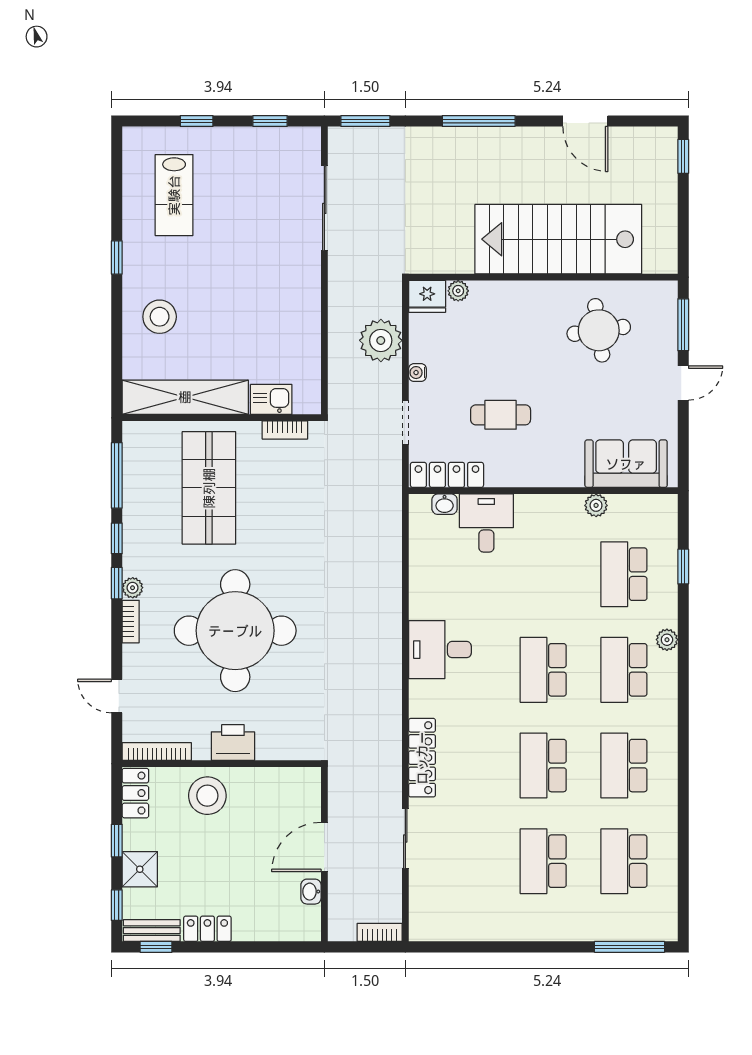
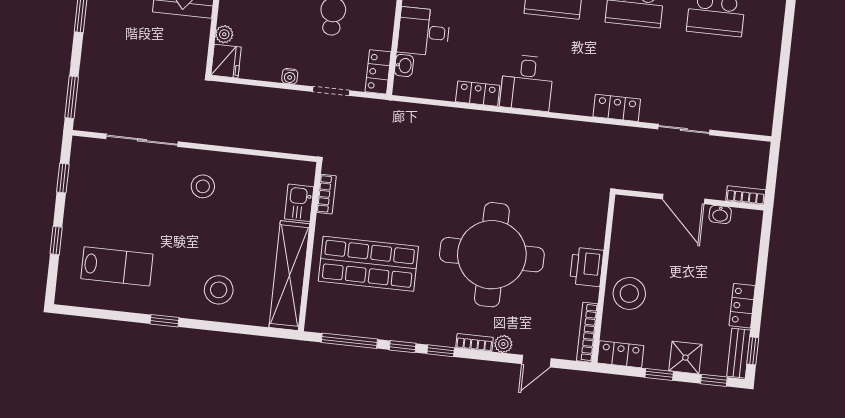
stool: (278, 285) -> (203, 186), added
plant: (381, 340) -> (259, 104), removed
locker: (447, 475) -> (378, 72), width x0.66
plant: (133, 588) -> (503, 344), moved
locker: (421, 594) -> (478, 94), added
locker: (422, 758) -> (617, 108), width x0.66
bookcase: (380, 932) -> (746, 195), moved, turned 90

